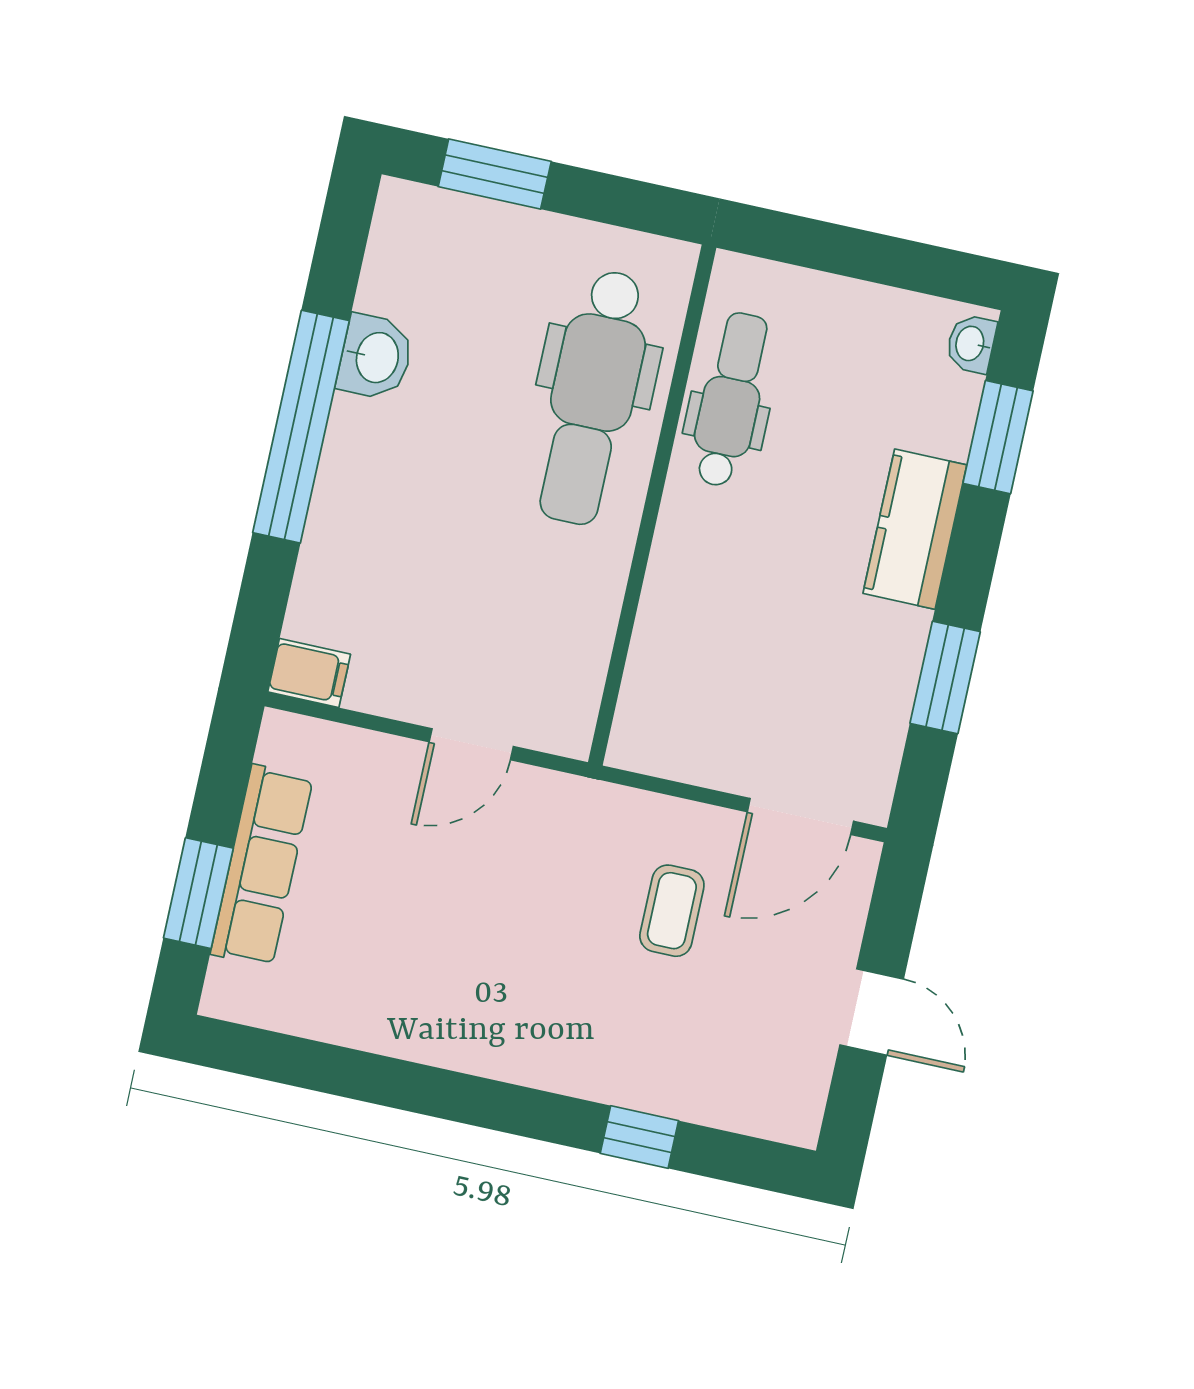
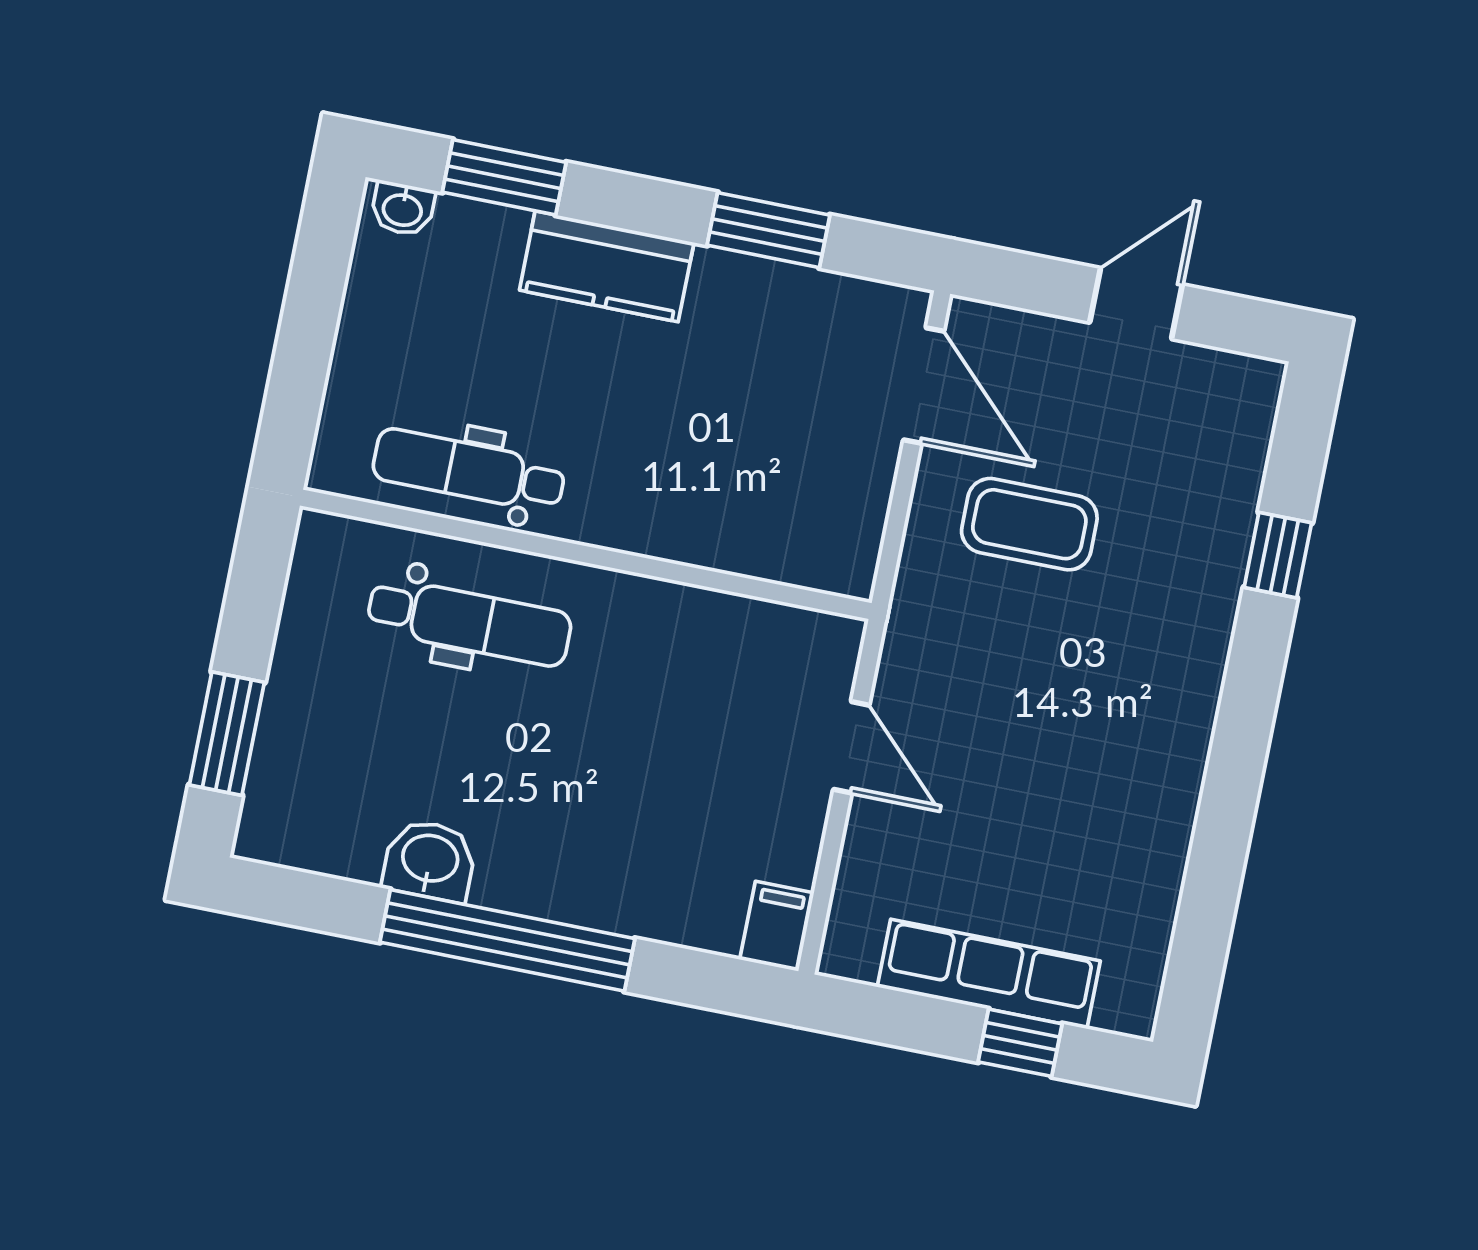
dental chair: (593, 397) -> (469, 622), width x0.73, depth x0.72
window: (198, 893) -> (1020, 1043), width x0.67
coffee table: (672, 911) -> (1029, 524), width x1.36, depth x1.30

